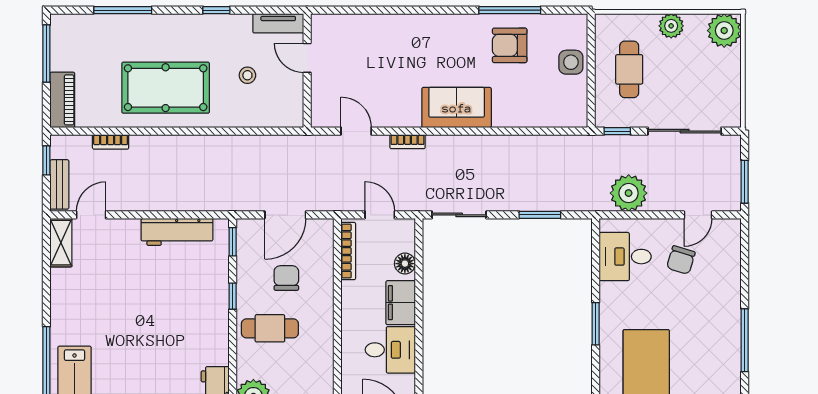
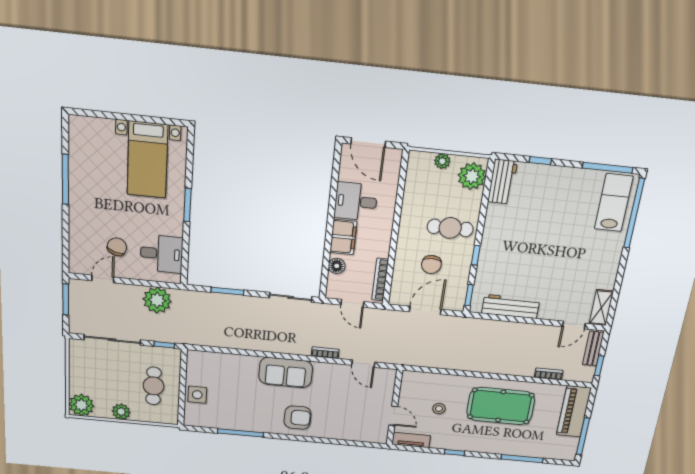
armchair: (510, 45) -> (297, 418), moved
piano: (62, 100) -> (574, 411), width x1.37, depth x1.33

